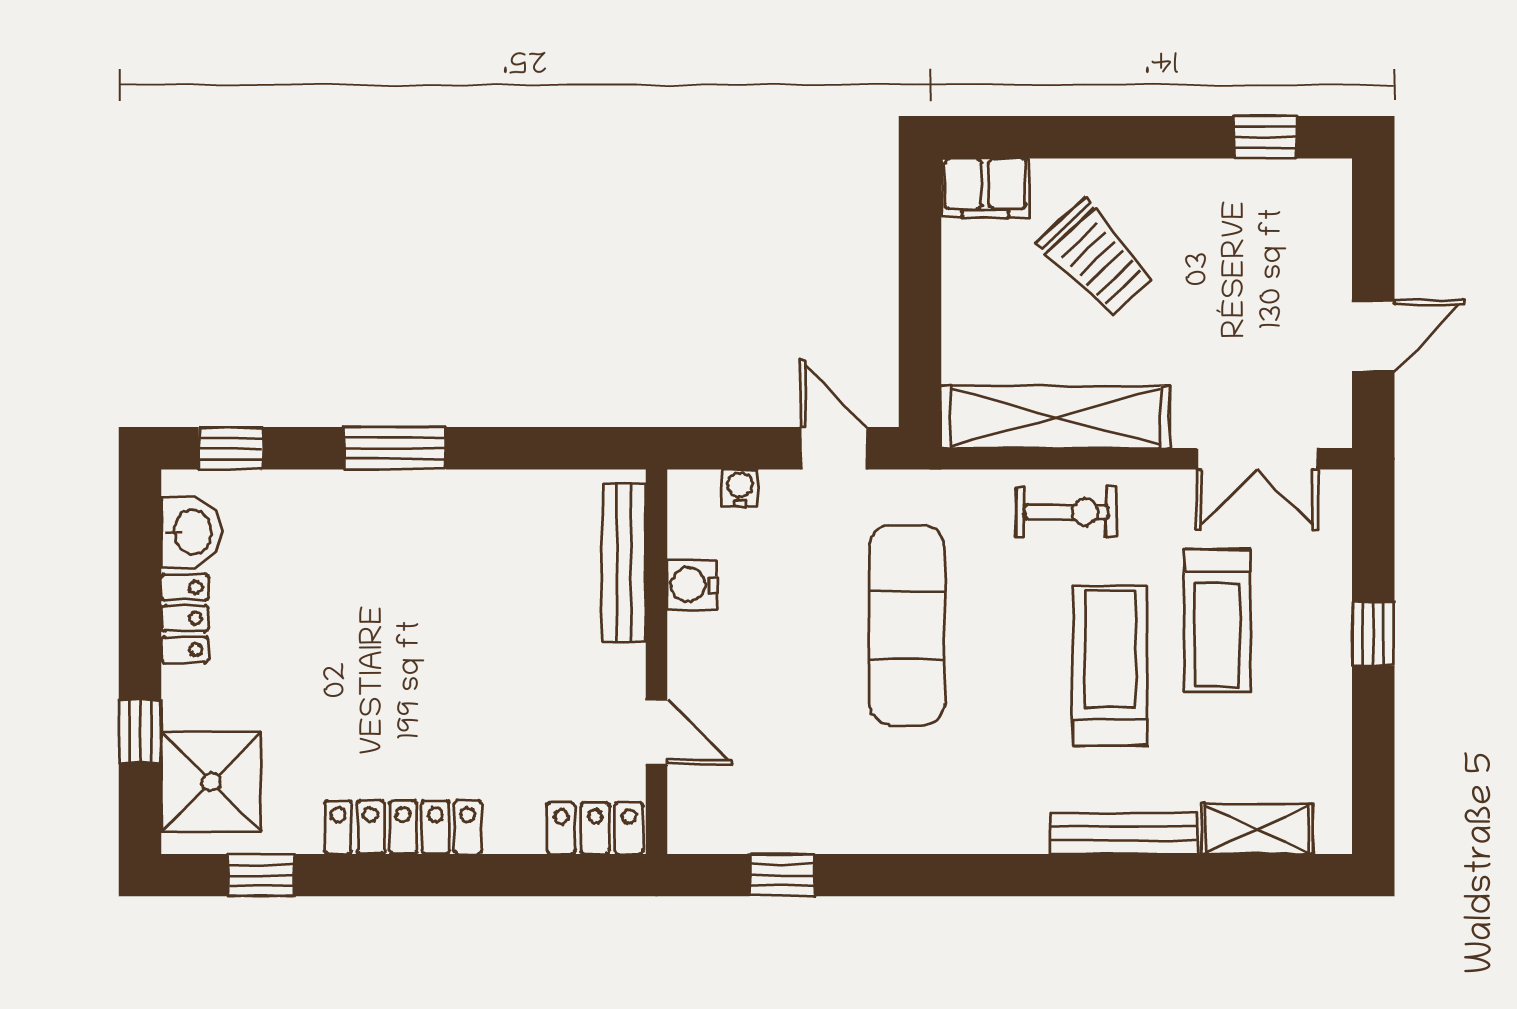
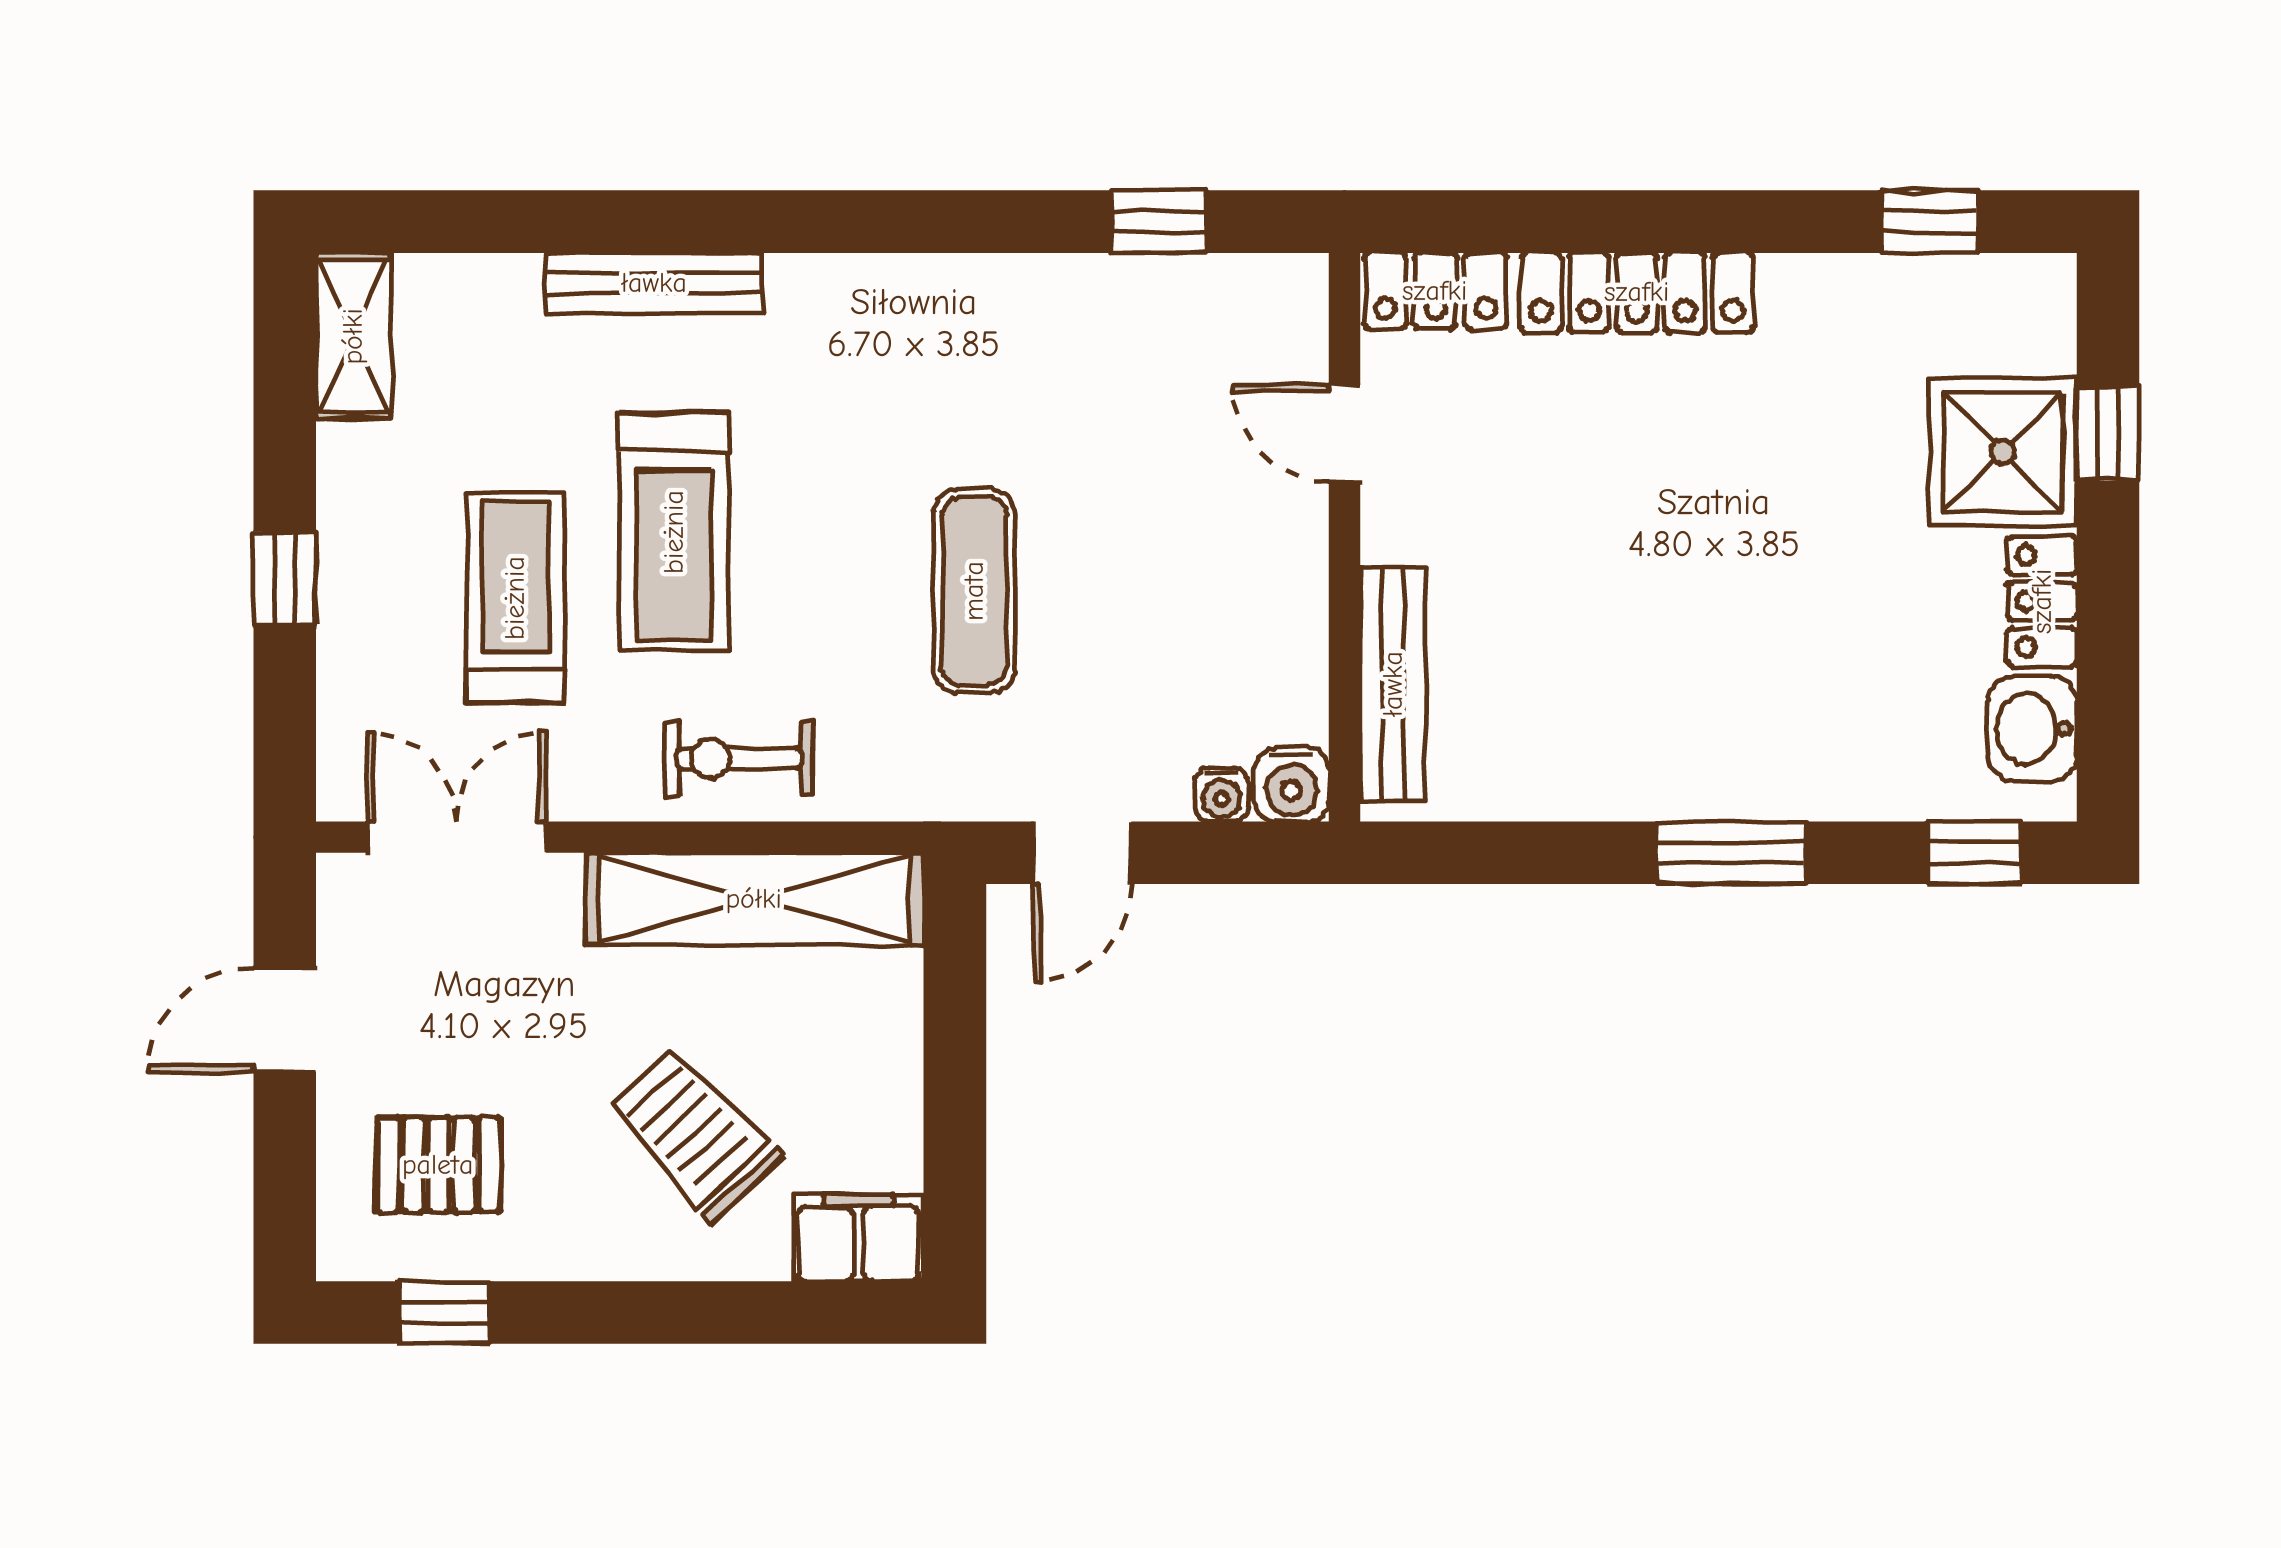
pallet: (1269, 237) -> (438, 1165), added
door: (834, 448) -> (1083, 853), hinge flipped
water cooler: (692, 584) -> (1292, 784), moved, turned 90
exercise mat: (907, 625) -> (974, 591), width x0.73, depth x0.69
shower: (211, 782) -> (2003, 452), moved
locker: (403, 827) -> (1637, 292), moved
shelving: (1257, 829) -> (353, 336), moved, turned 90

